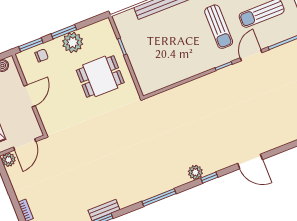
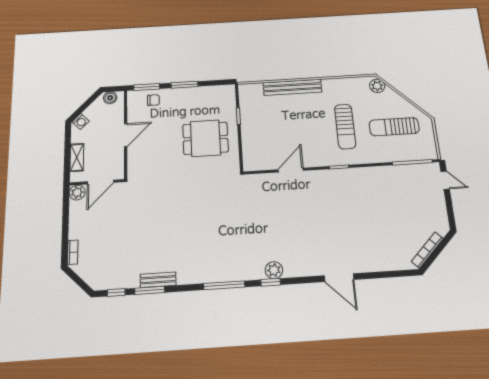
plant: (73, 42) -> (189, 97), removed
door: (251, 55) -> (291, 170), moved
window: (209, 178) -> (271, 282), moved

